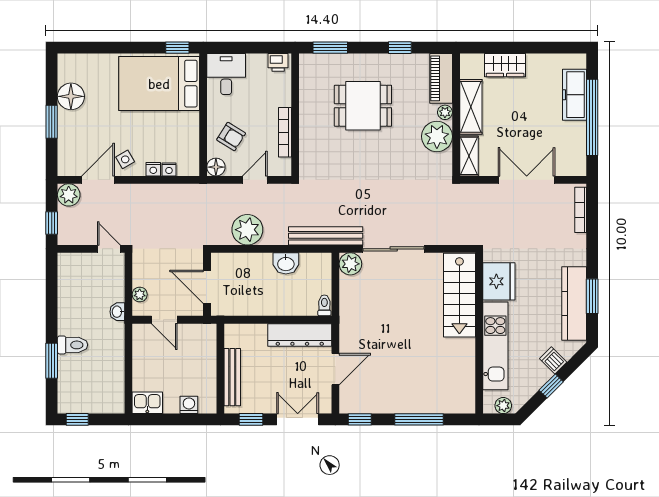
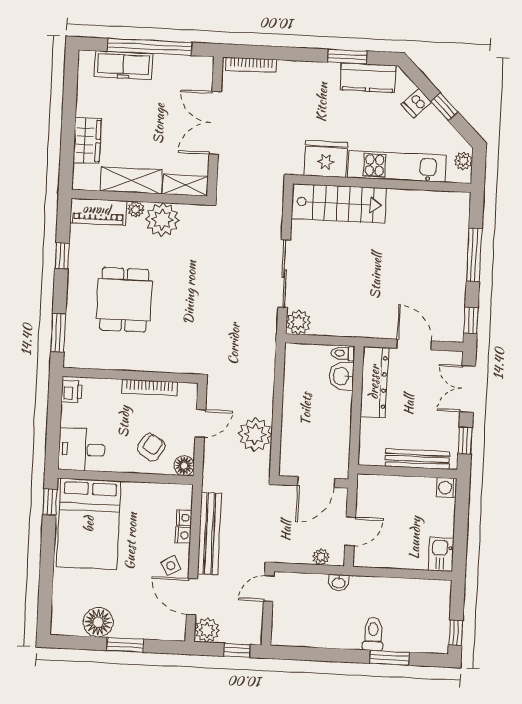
door: (255, 180) -> (200, 423), swing flipped
bench: (326, 236) -> (209, 534), moved
washbasin: (286, 263) -> (342, 376), moved, turned 180
kitchen counter: (574, 304) -> (368, 78), width x0.67
washing machine: (189, 405) -> (447, 488), moved

